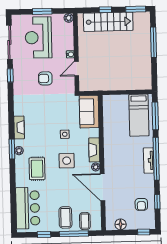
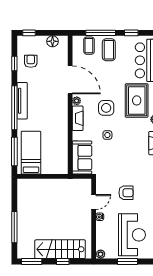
tv unit: (149, 160) -> (22, 101), width x1.41
rug: (37, 169) -> (137, 100), width x1.36, depth x1.43

